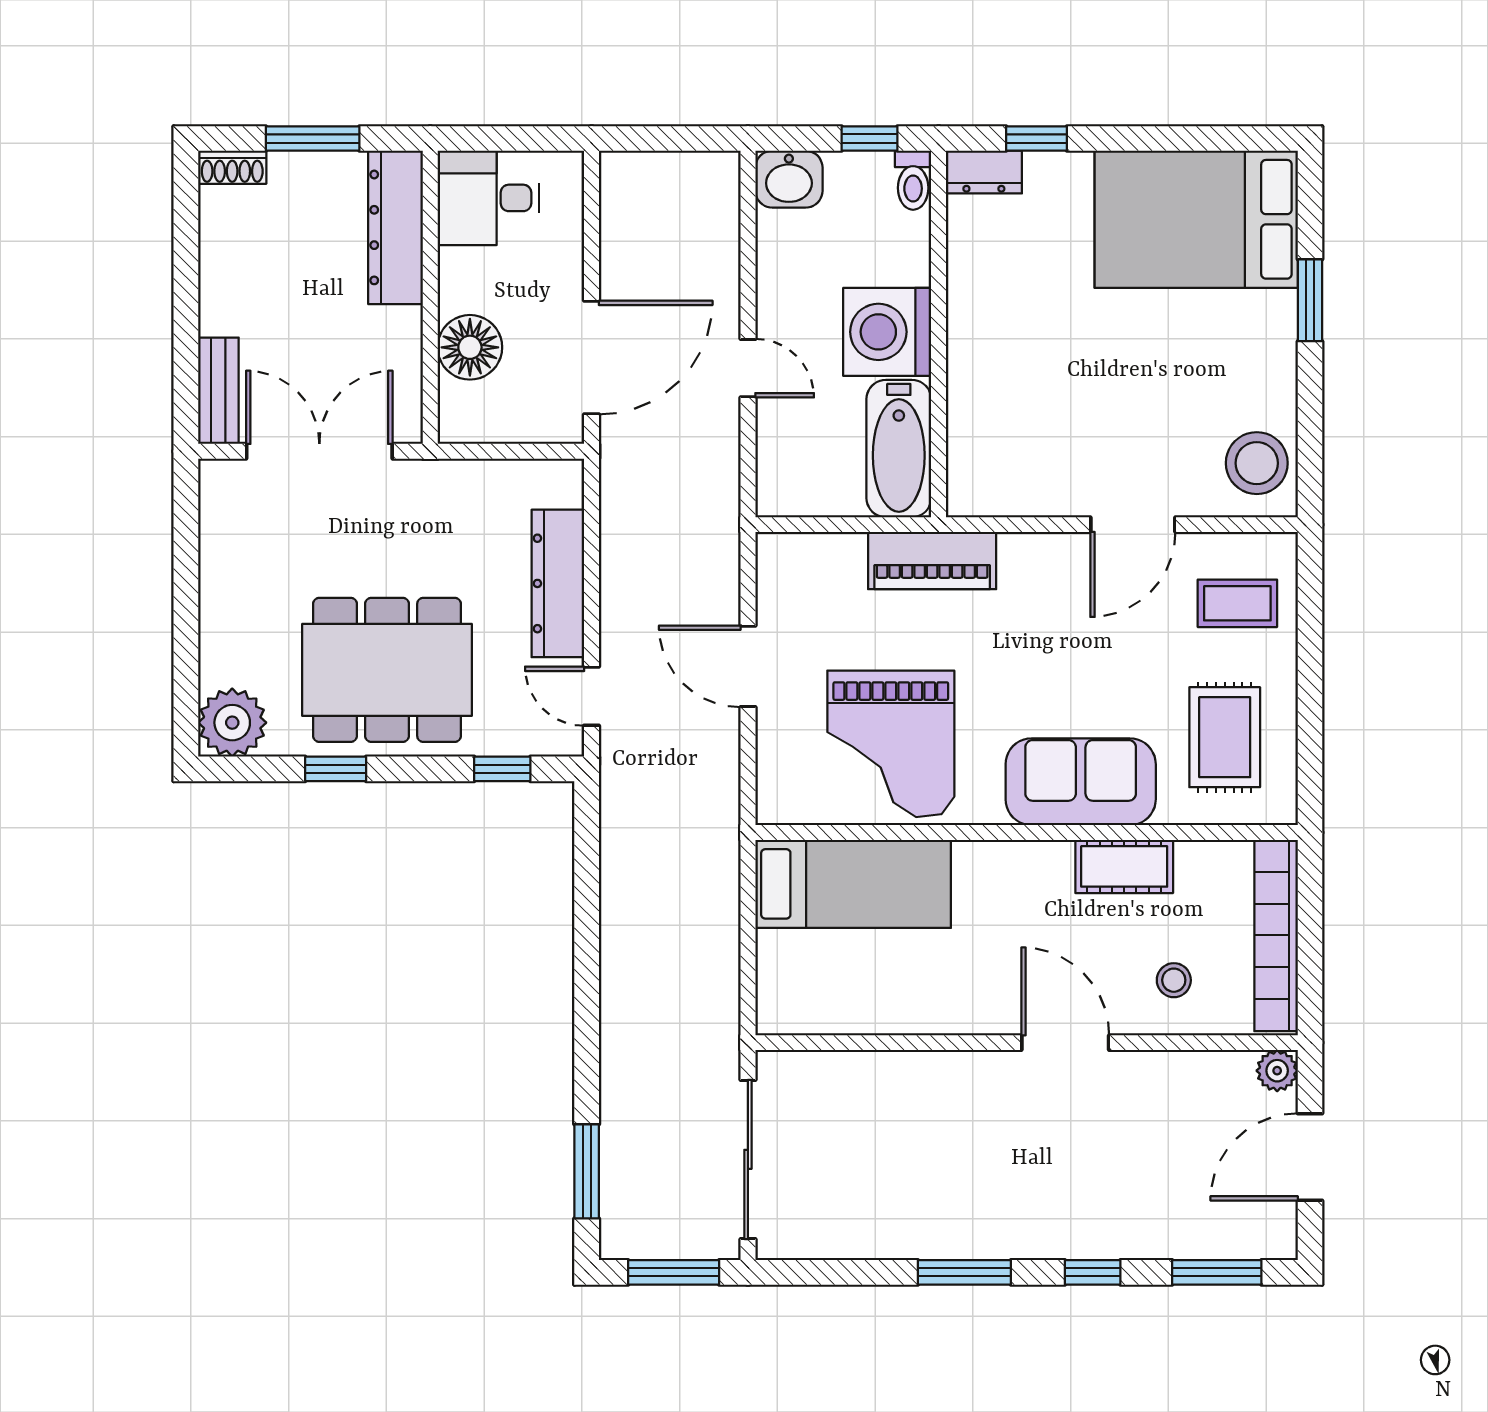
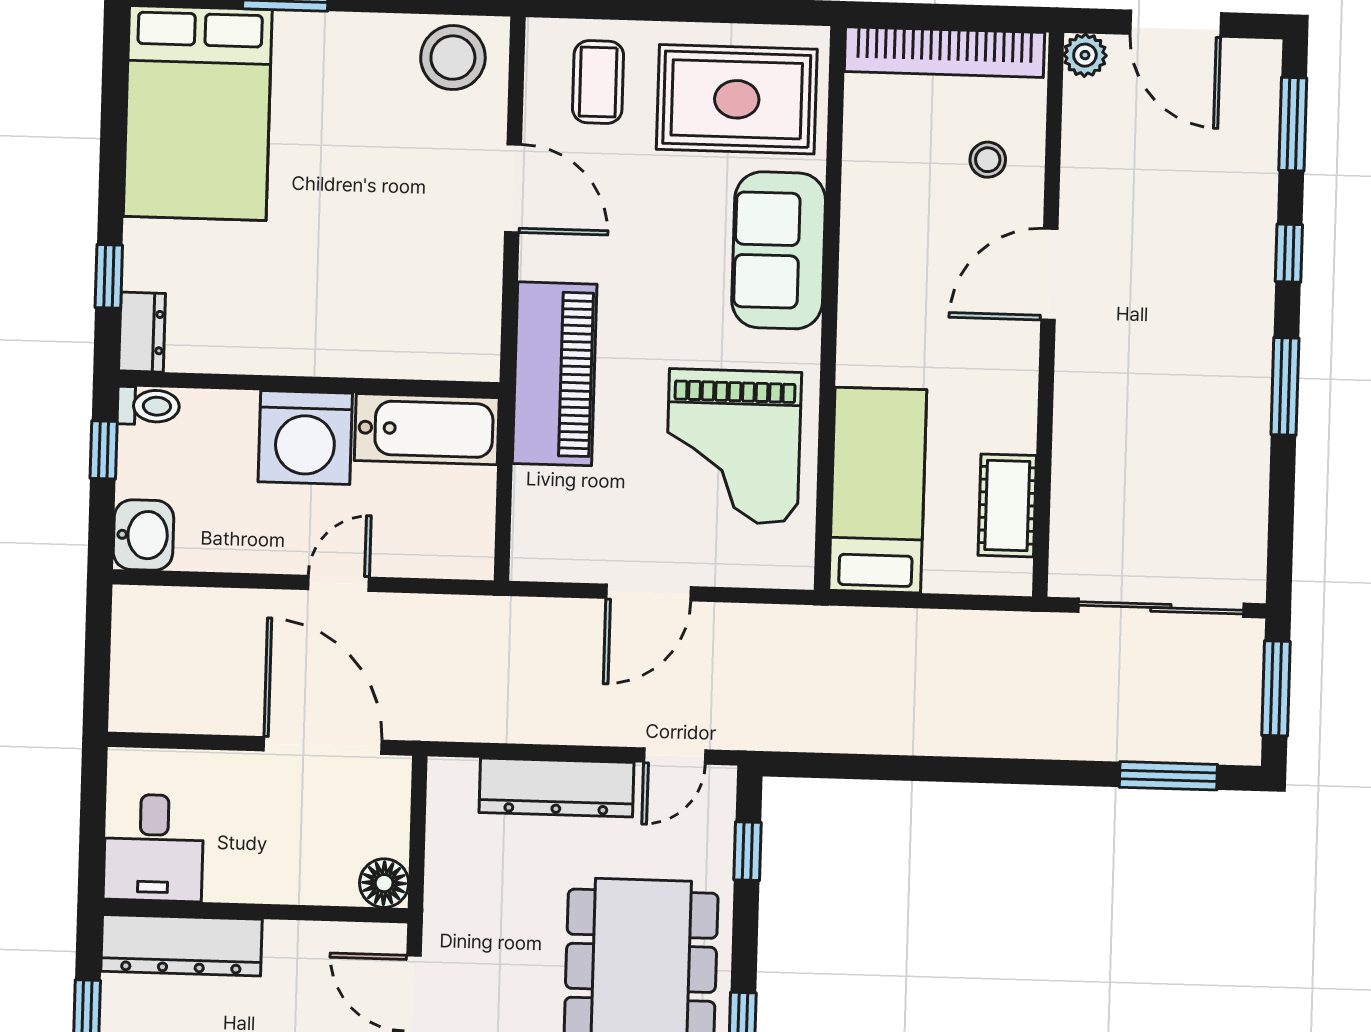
floor lamp: (470, 347) -> (384, 883), moved, width x0.73, depth x0.73
piano: (932, 561) -> (555, 374), width x1.37, depth x1.33
rug: (1225, 737) -> (737, 99), width x1.36, depth x1.43
grand piano: (891, 744) -> (733, 447), turned 90
cot: (1124, 866) -> (1007, 505), moved

